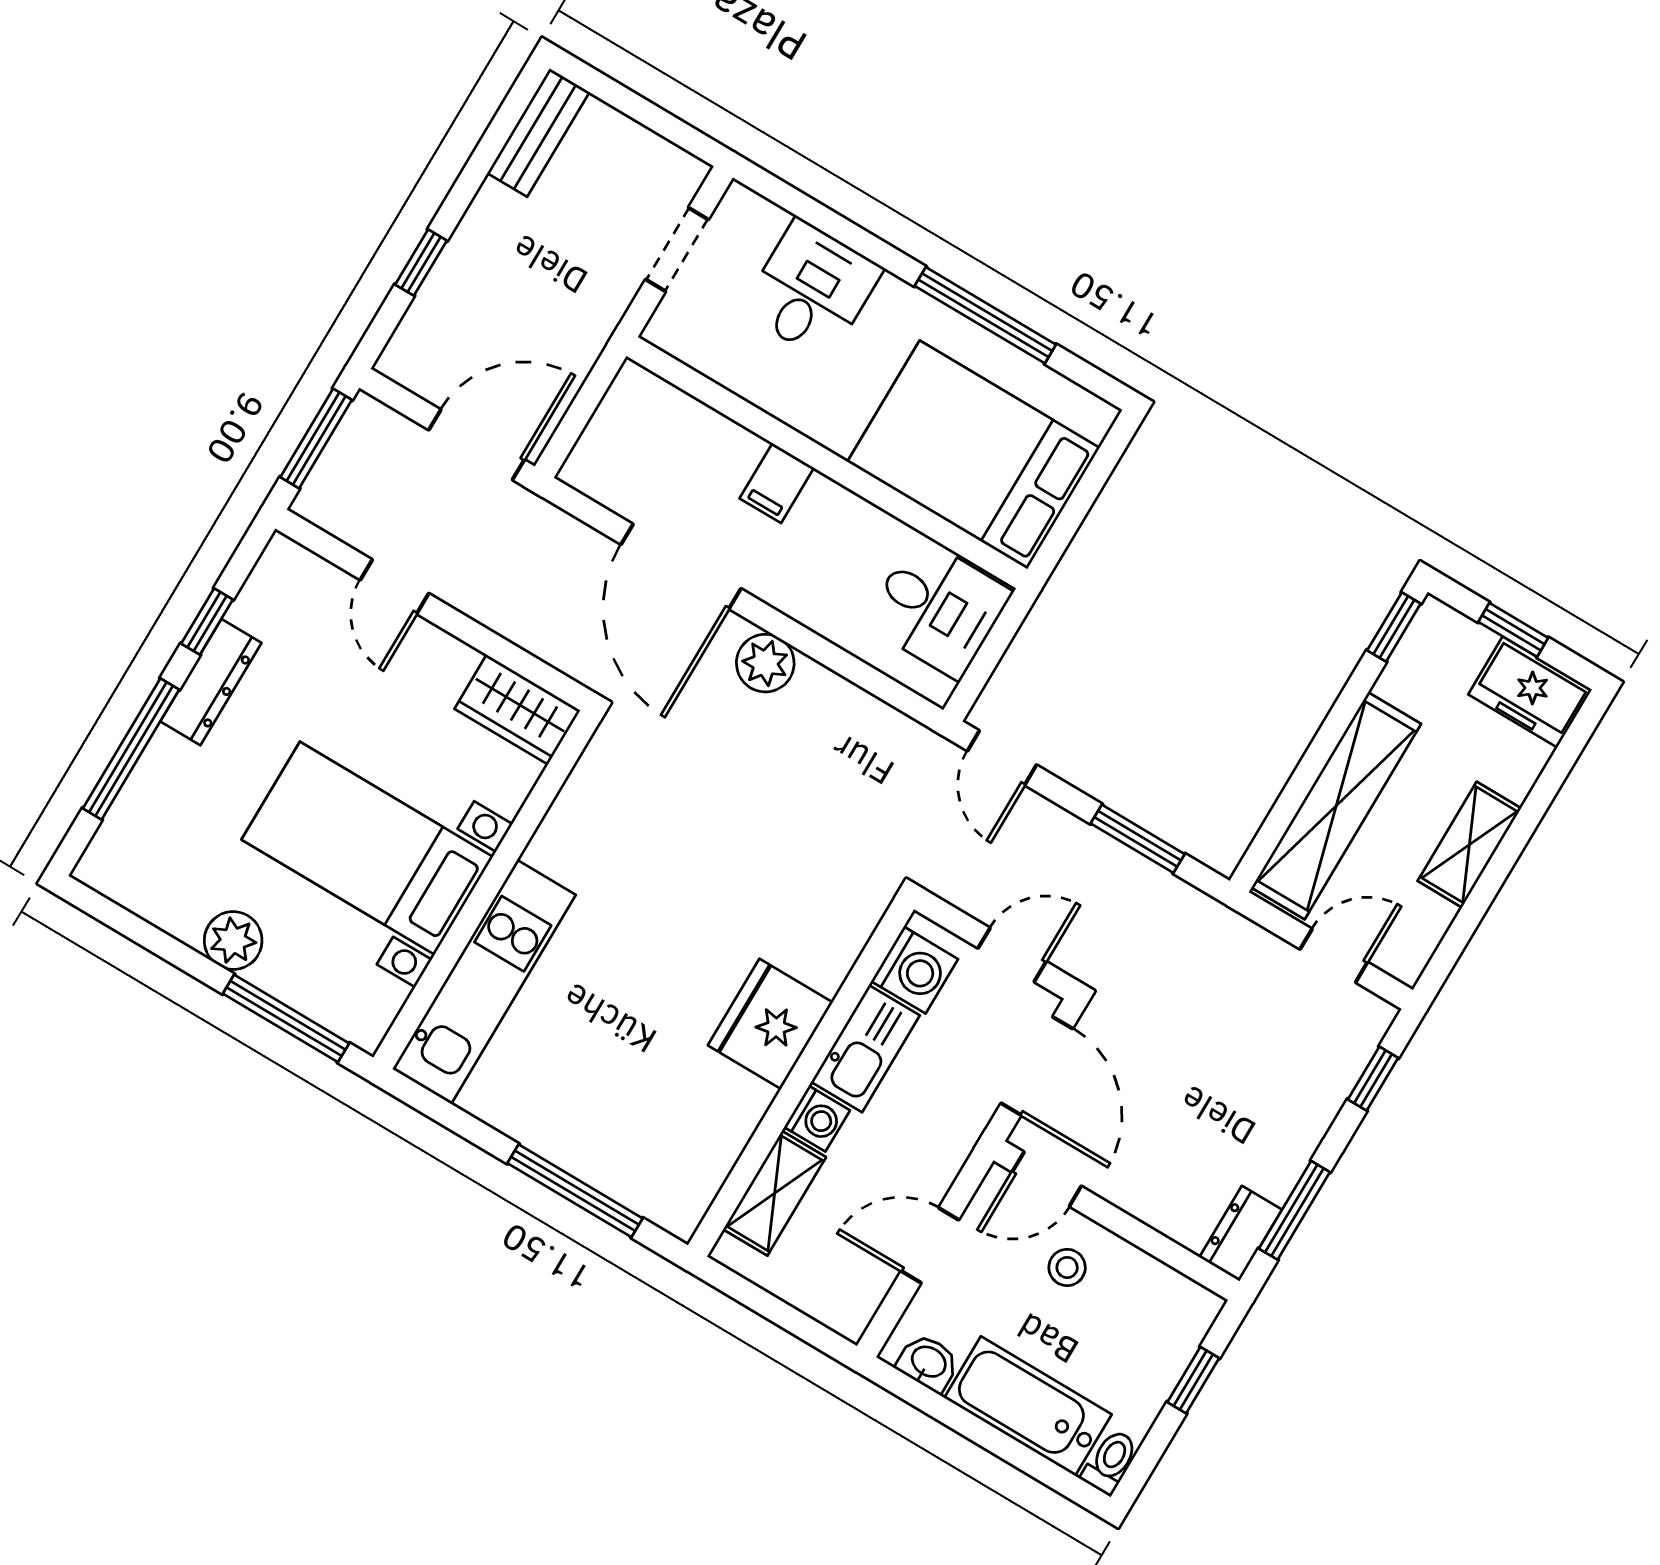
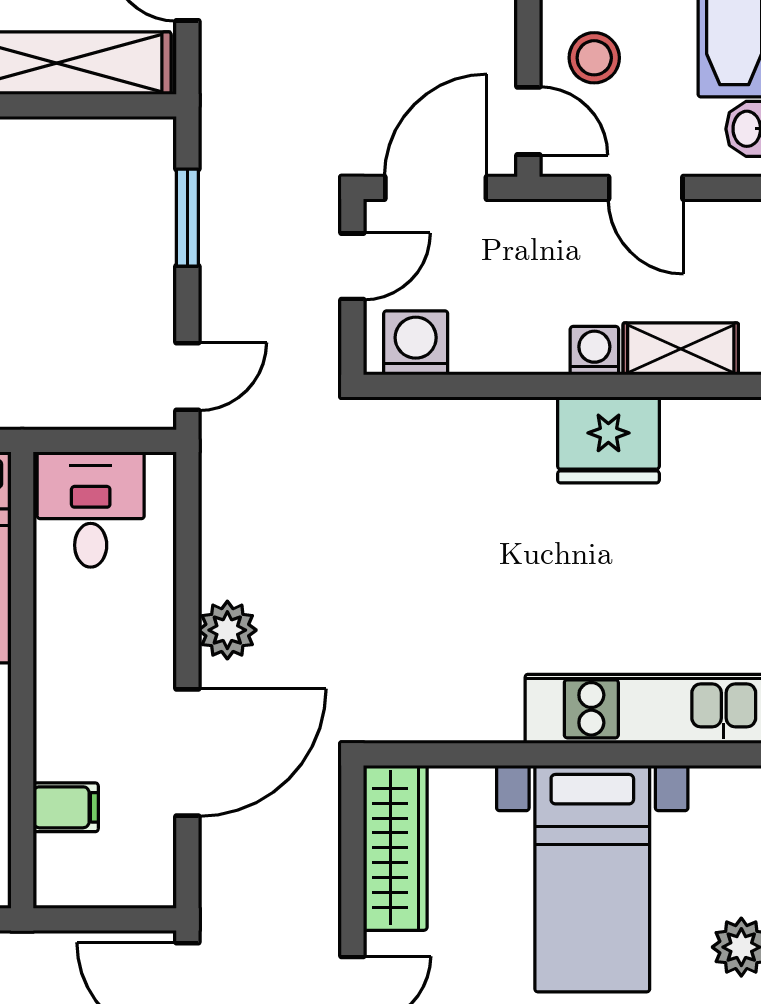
filing cabinet: (777, 483) -> (66, 807), moved
wardrobe: (517, 710) -> (395, 848), width x1.50
door: (1012, 955) -> (352, 266), swing flipped
fridge: (770, 1024) -> (608, 440), moved
kitchen sink: (865, 1049) -> (509, 345), removed
stool: (1067, 1267) -> (594, 58), width x1.37, depth x1.37

